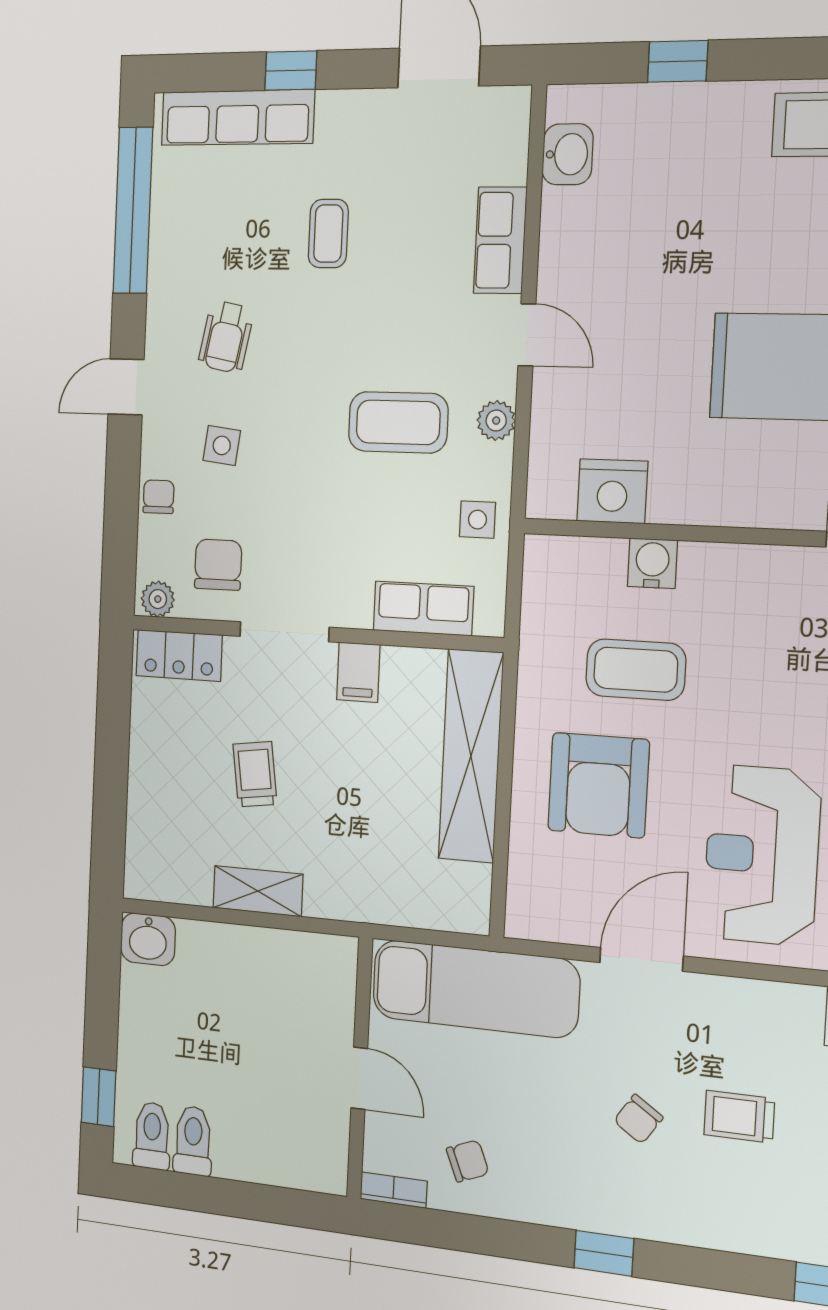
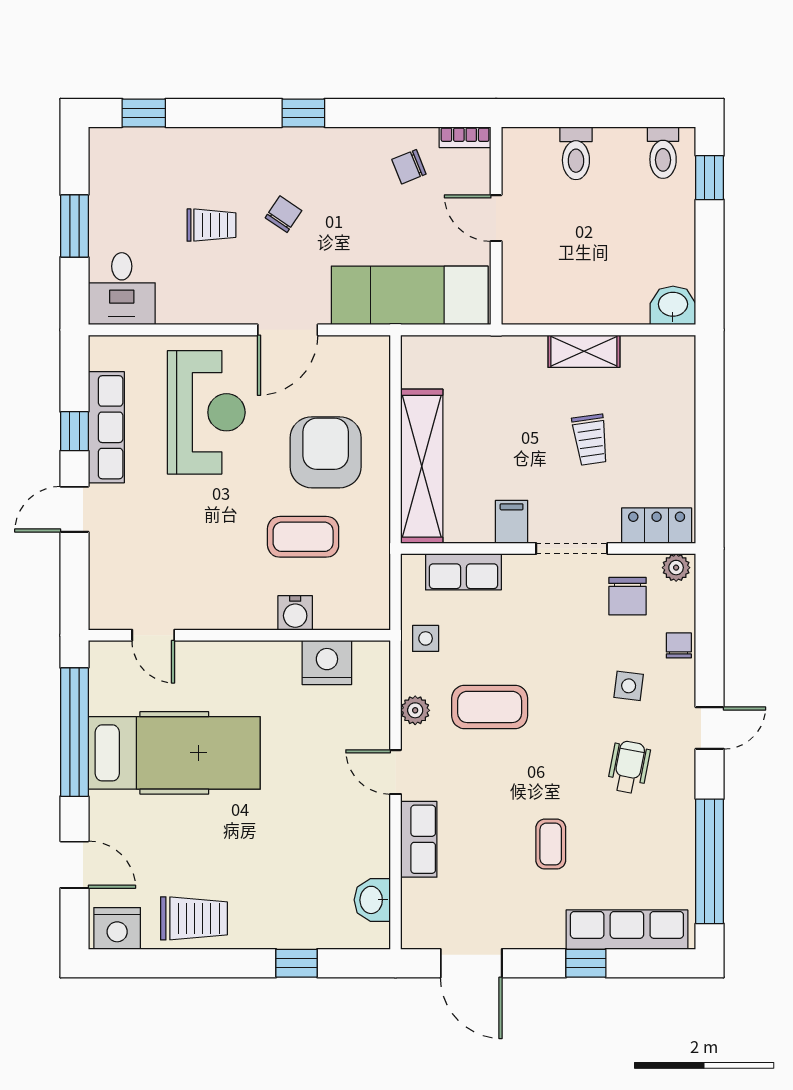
chair: (159, 497) -> (679, 645), turned 180
toilet: (193, 1141) -> (576, 153), moved

